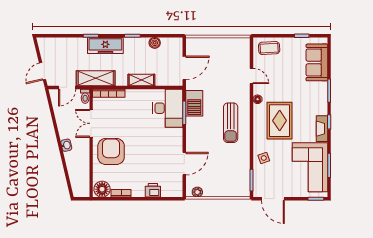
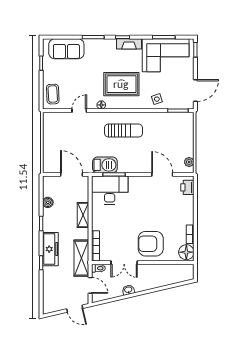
washbasin: (66, 145) -> (128, 290), moved
printer: (153, 190) -> (187, 187), moved

